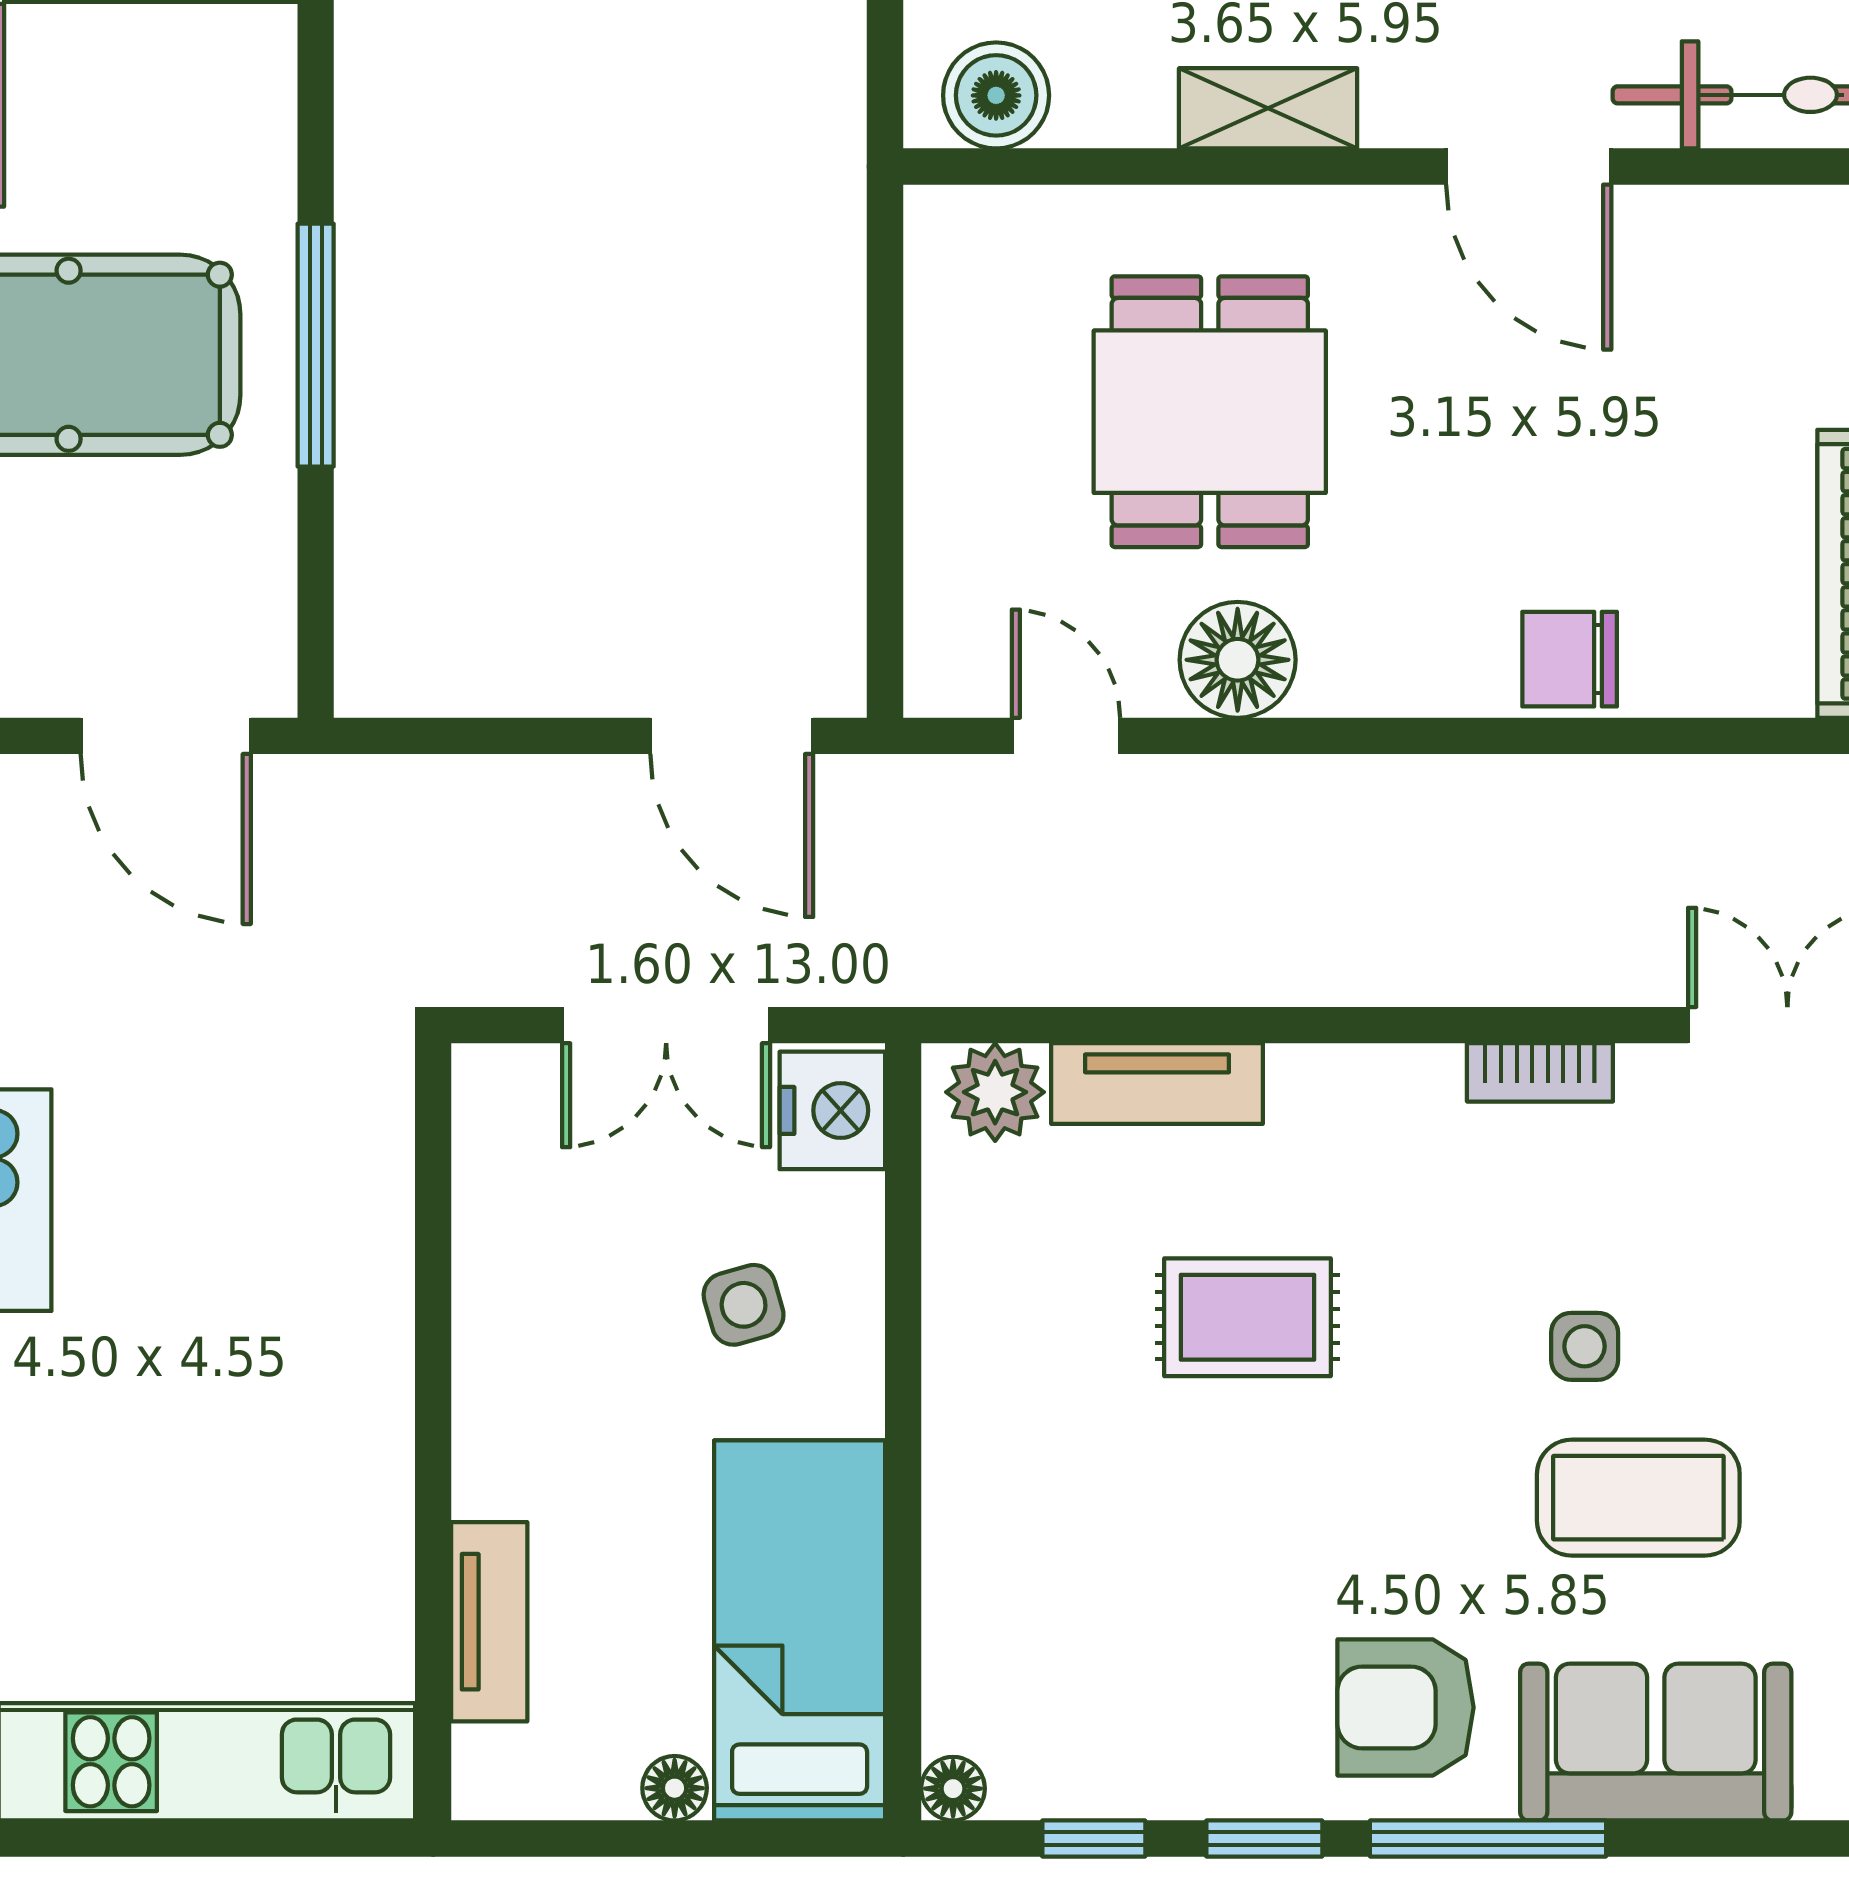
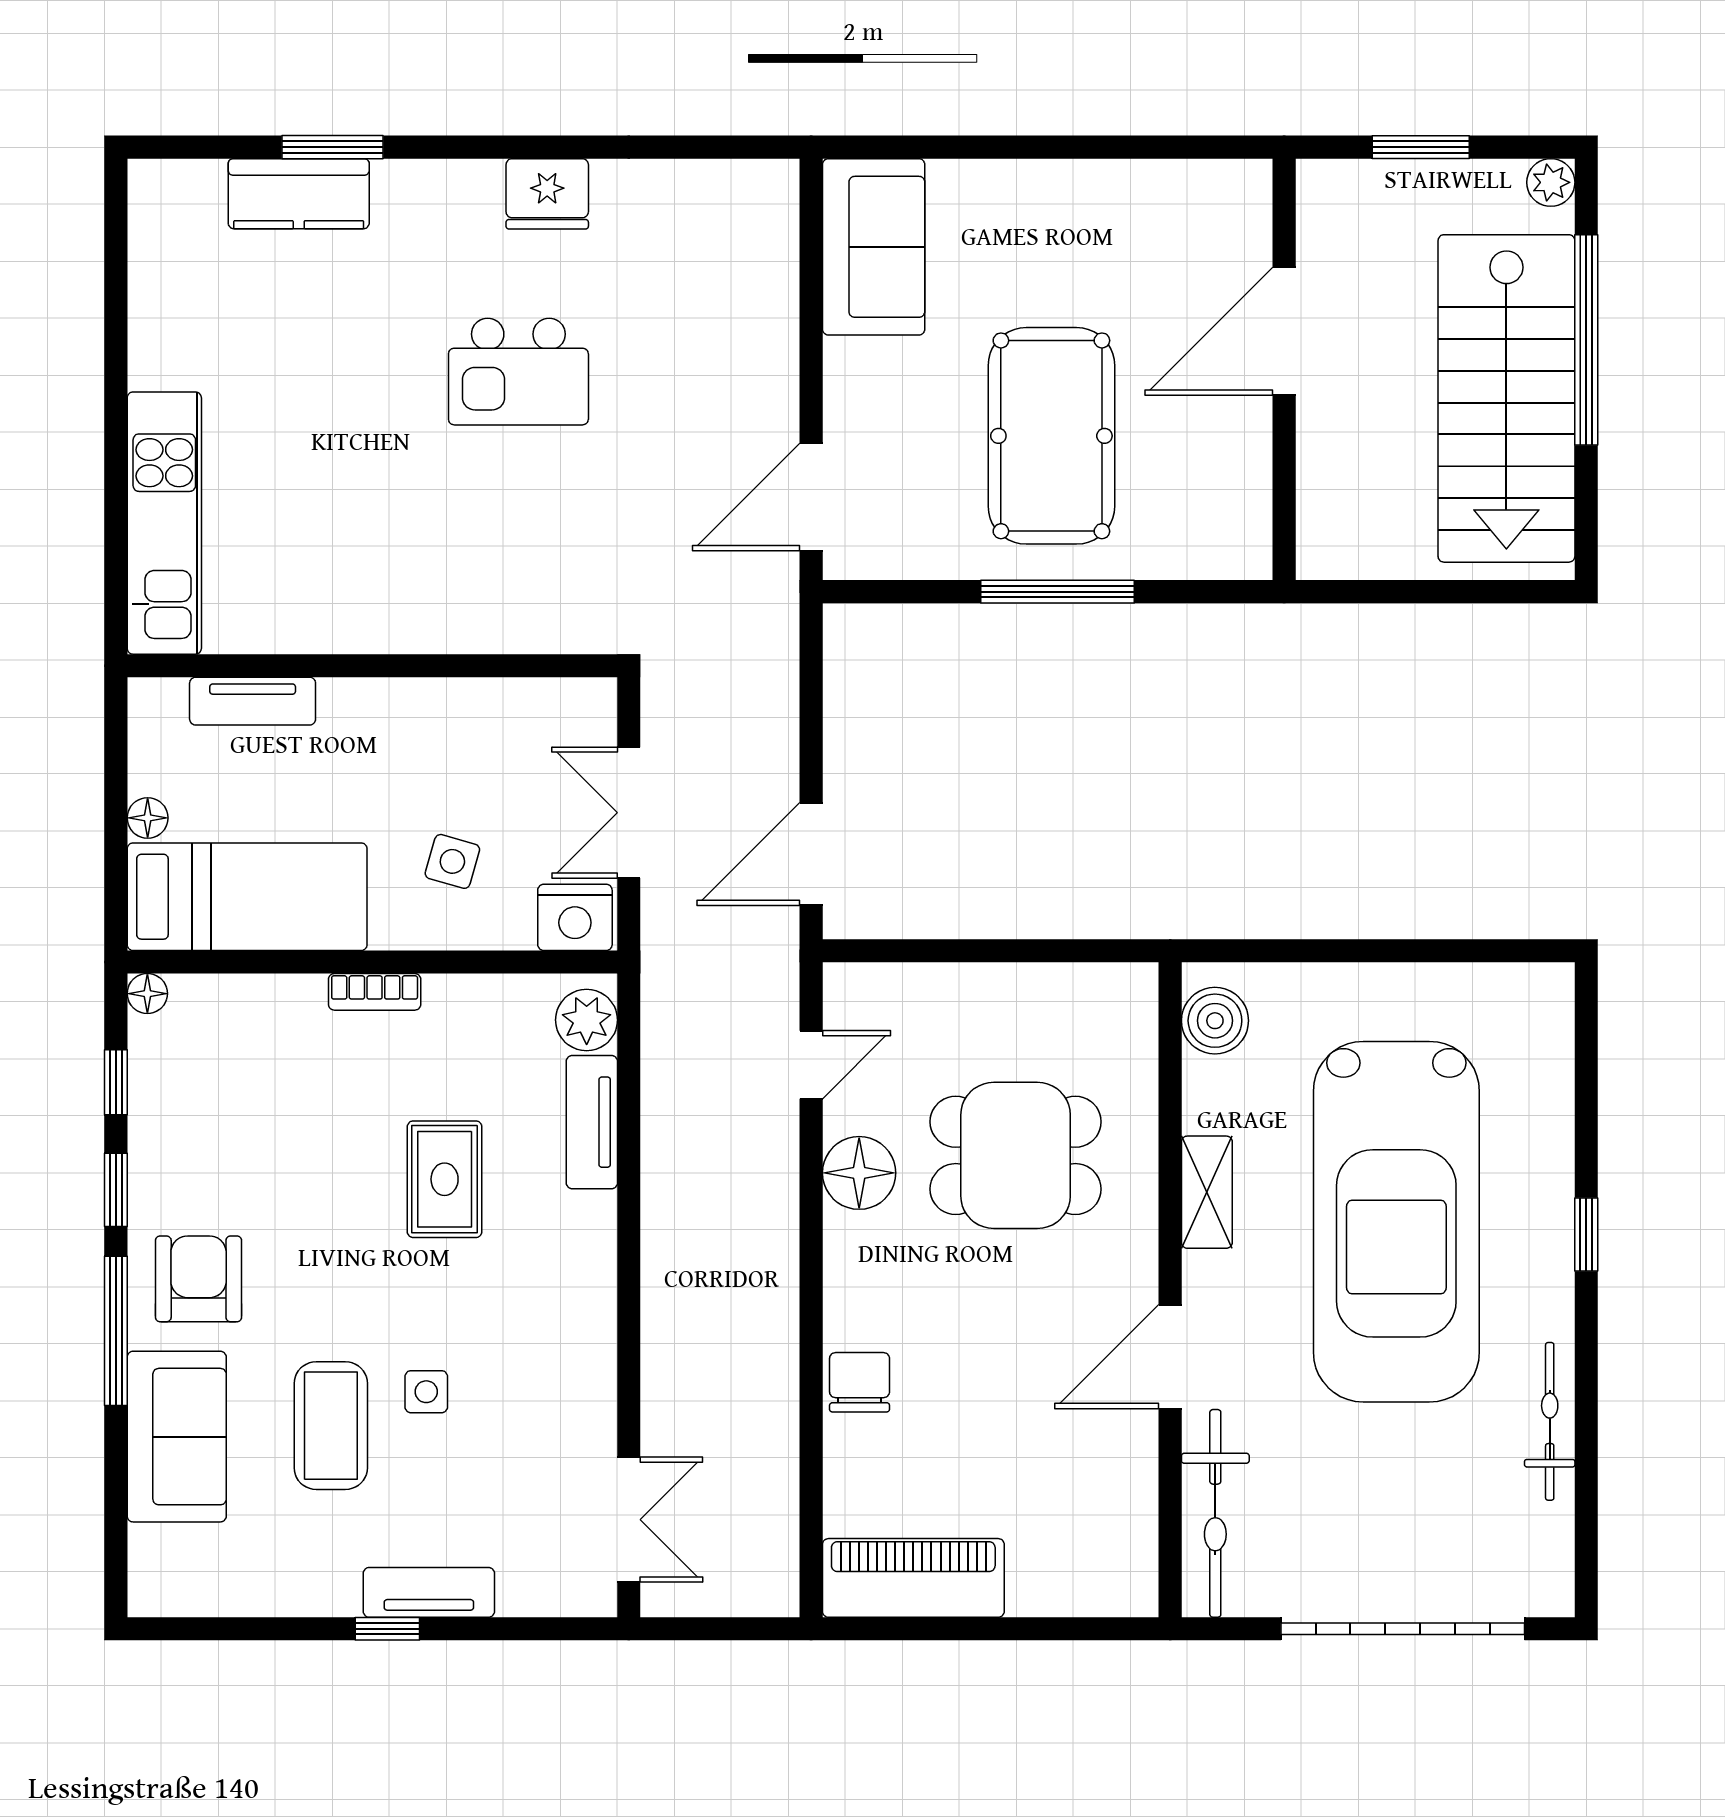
bookcase: (1540, 1072) -> (375, 992), moved, turned -90
side table: (744, 1305) -> (452, 861), turned 32

